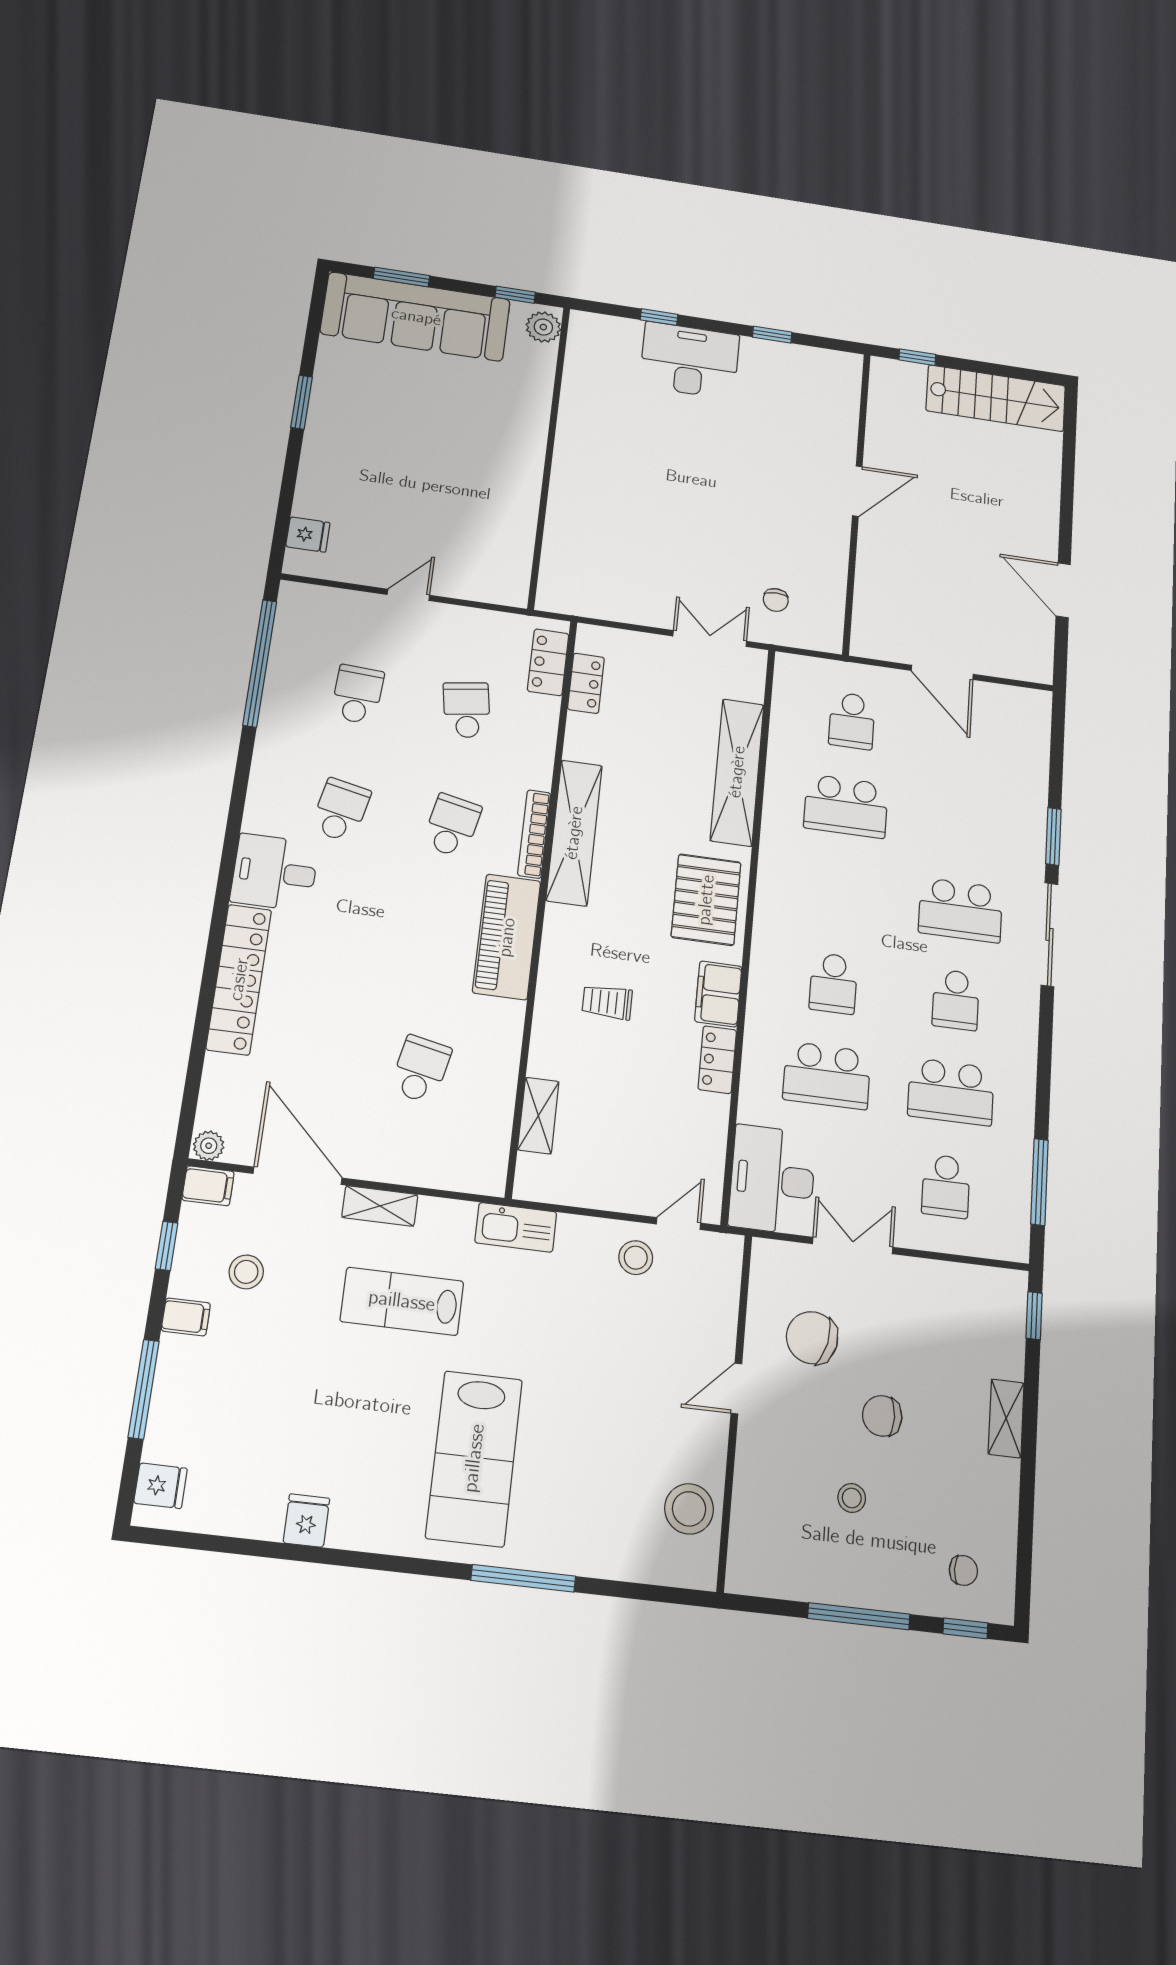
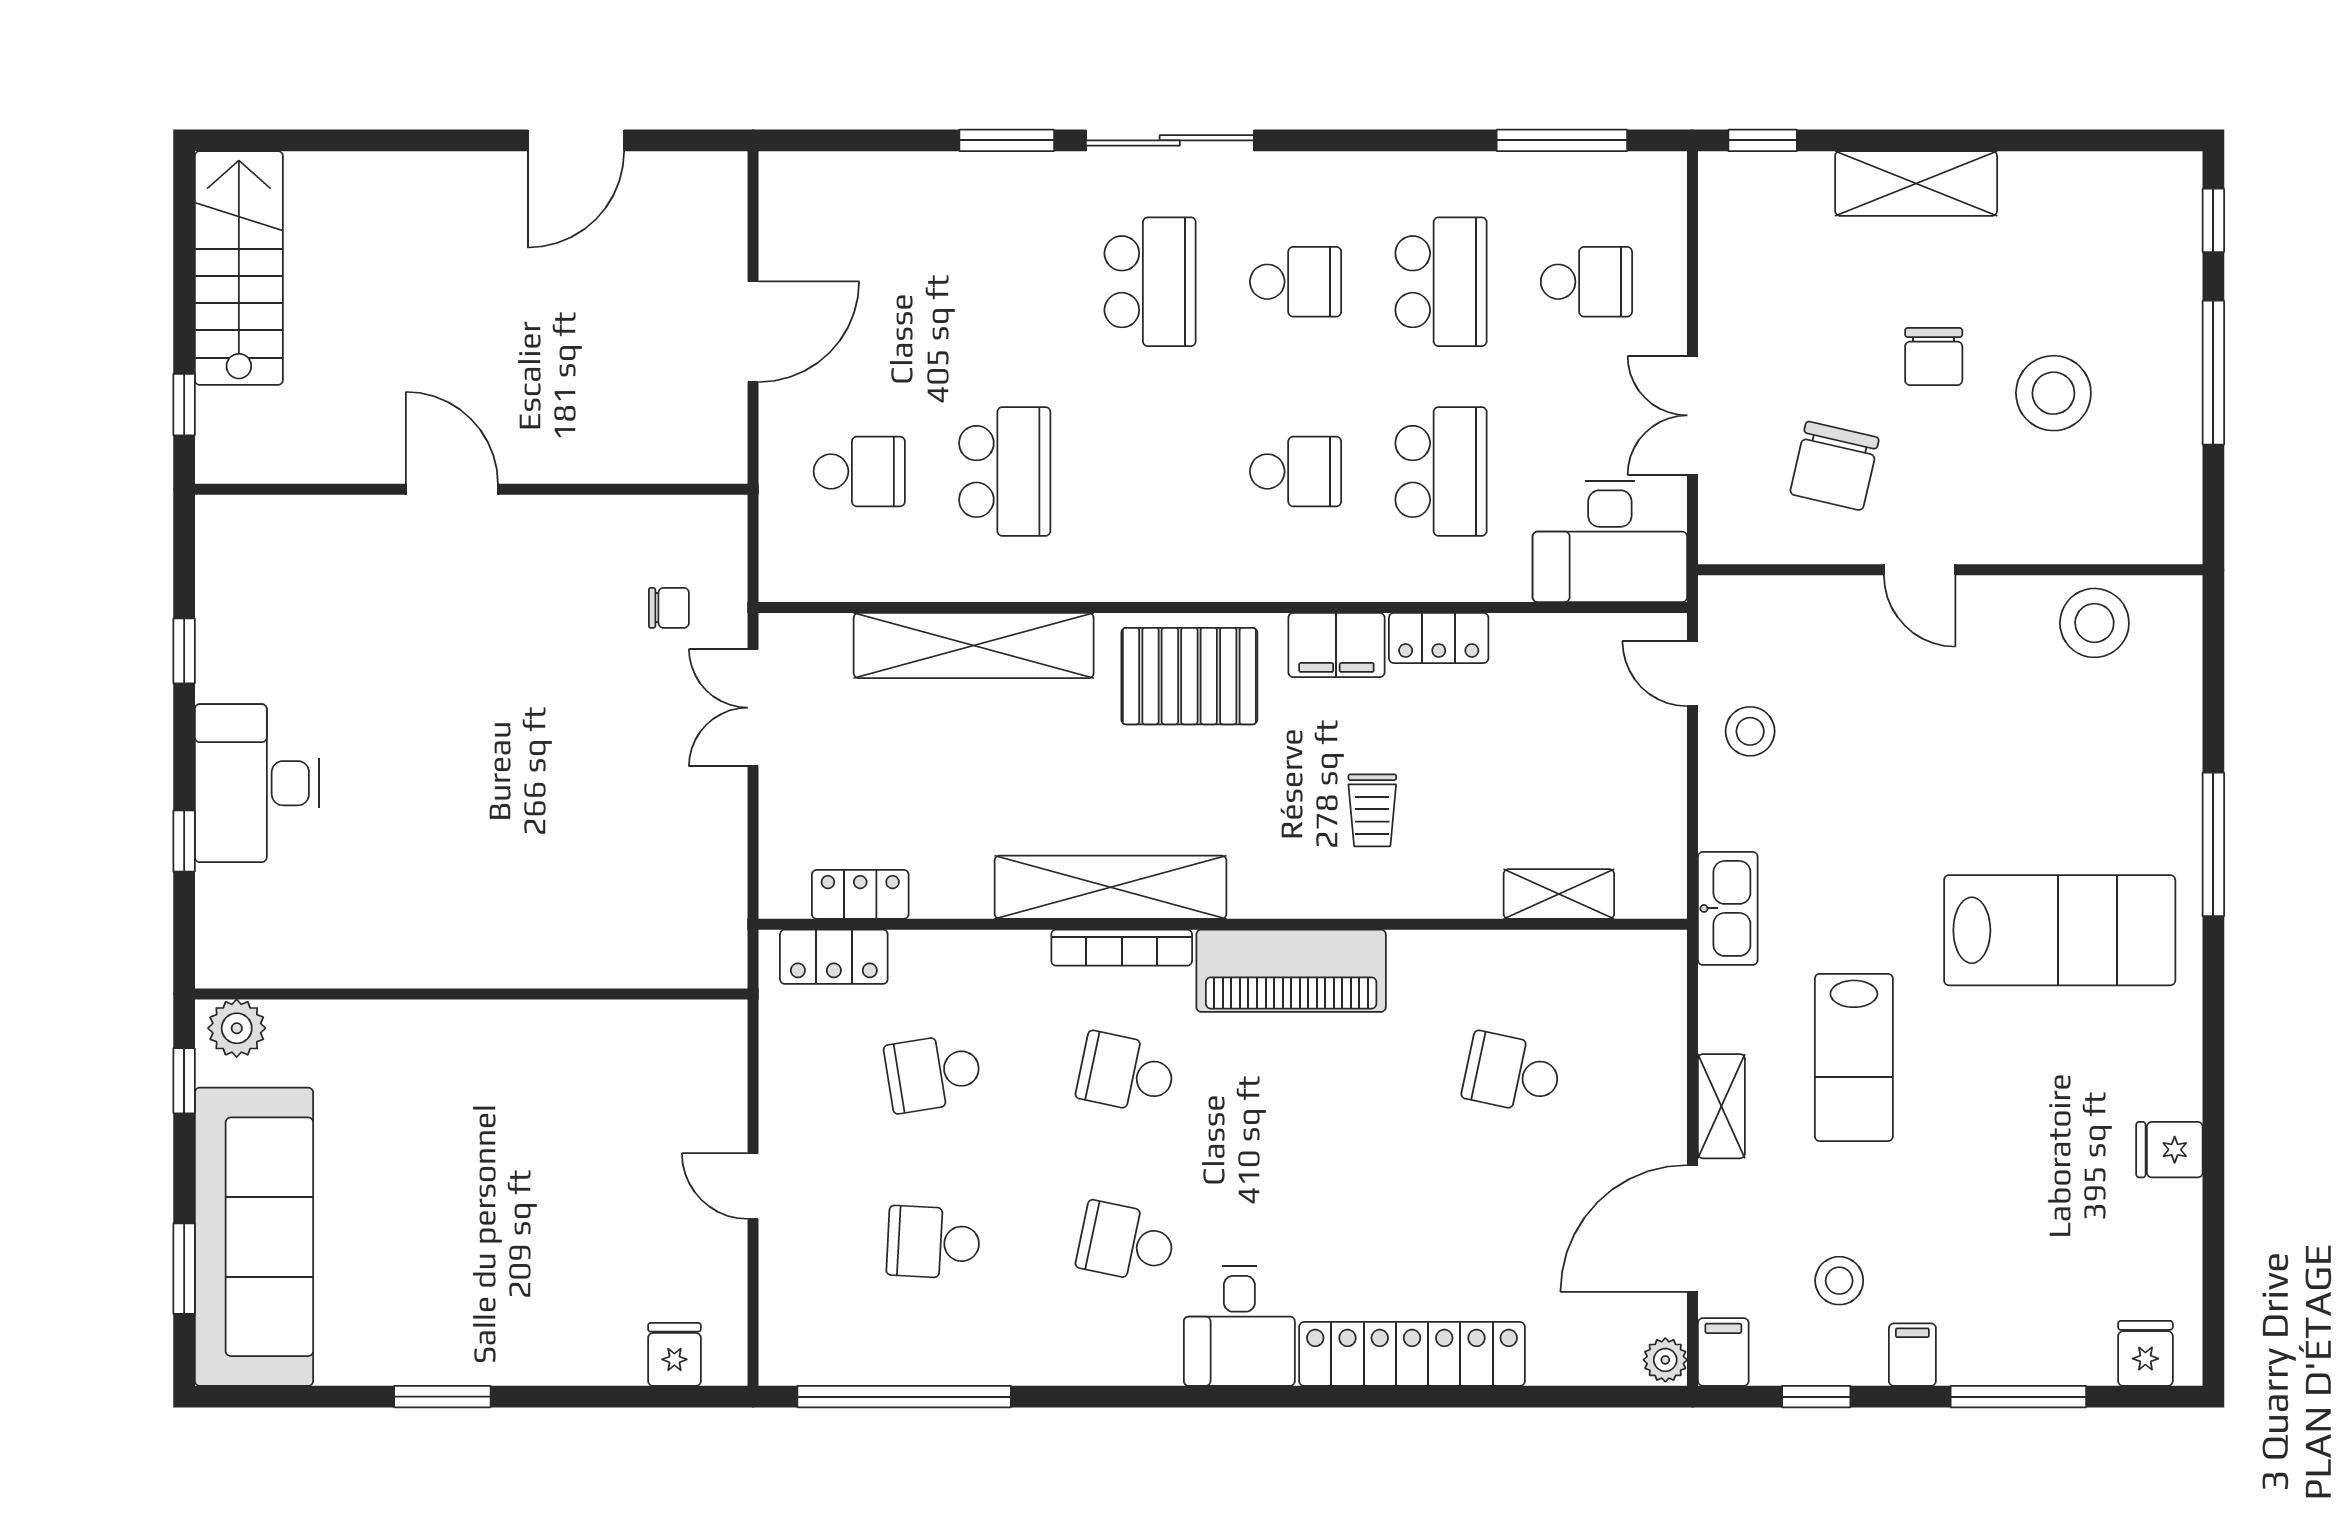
shelving: (1006, 1418) -> (1916, 183), width x1.50, depth x1.33
stool: (852, 1498) -> (2053, 393), width x1.89, depth x1.89
chair: (963, 1570) -> (2135, 227), removed

